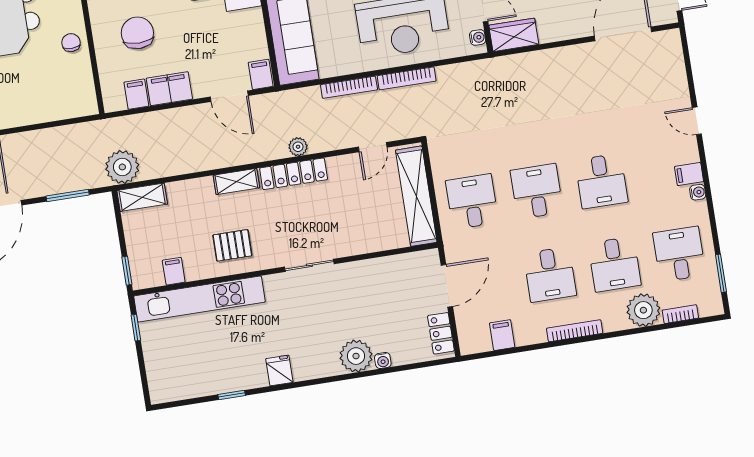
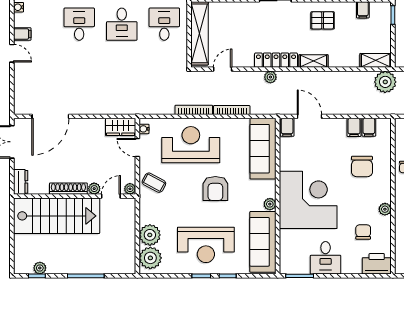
filing cabinet: (169, 89) -> (354, 127), width x0.50
filing cabinet: (689, 174) -> (22, 34), moved
desk: (472, 202) -> (164, 24), turned 180

